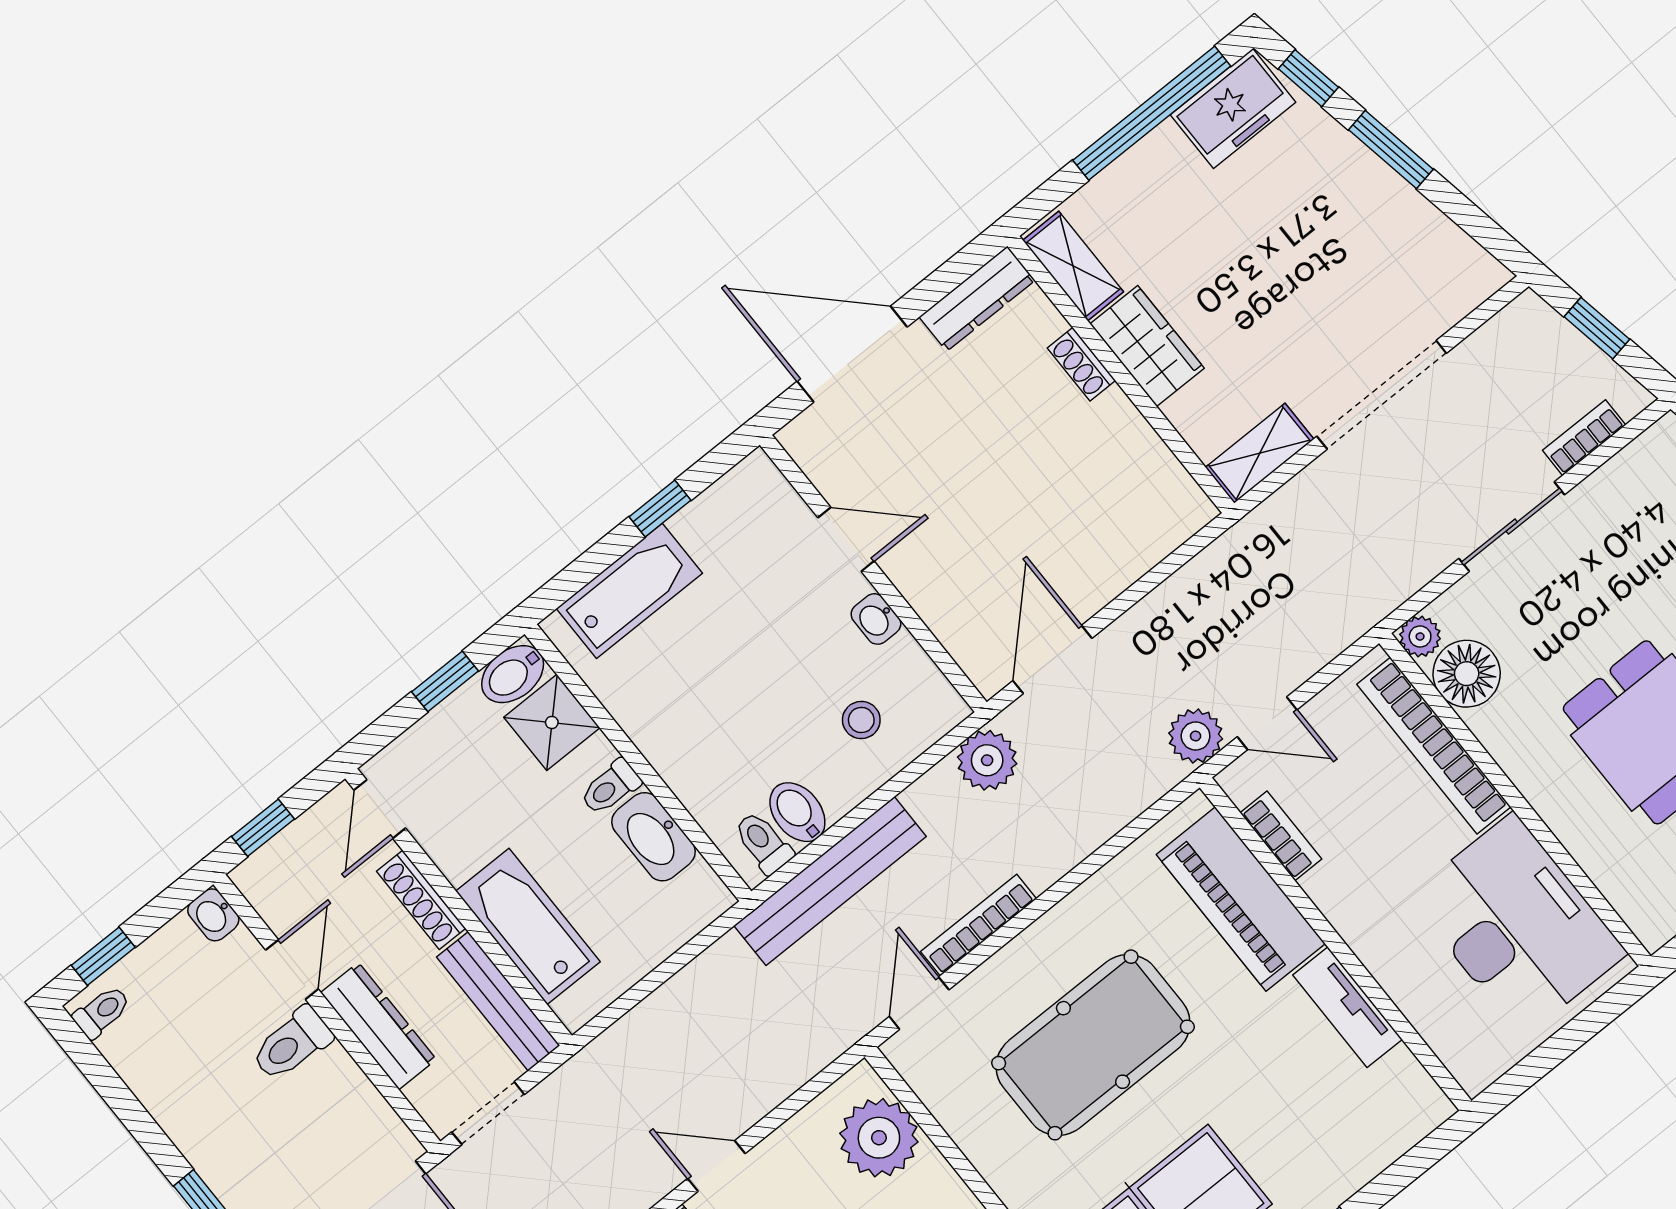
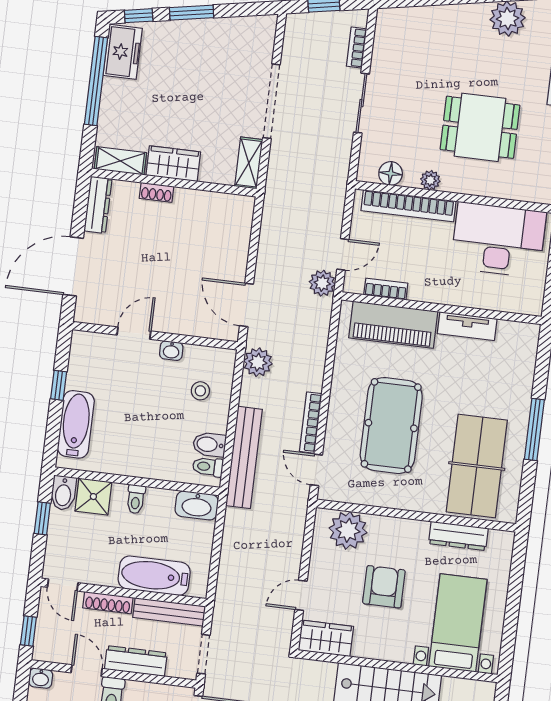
plant: (1420, 636) -> (430, 180), moved
floor lamp: (1467, 674) -> (391, 173), width x0.73, depth x0.73
washbasin: (654, 837) -> (197, 505), moved

